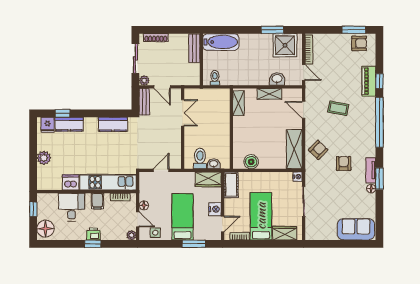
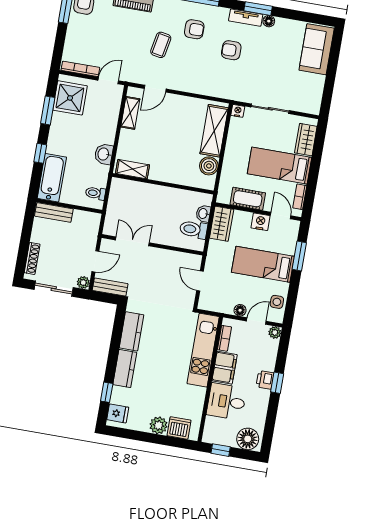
window: (238, 30) -> (40, 153), added
washbasin: (277, 79) -> (104, 154), moved
shelving: (269, 94) -> (130, 113), moved
kitchen counter: (69, 124) -> (125, 369), moved
shelving: (294, 149) -> (214, 131), moved, turned 90
armchair: (318, 150) -> (194, 29), moved, turned 136
dishwasher: (71, 182) -> (179, 428), moved, turned 90
cot: (231, 185) -> (248, 199), moved
filing cabinet: (97, 201) -> (225, 368), width x2.00

